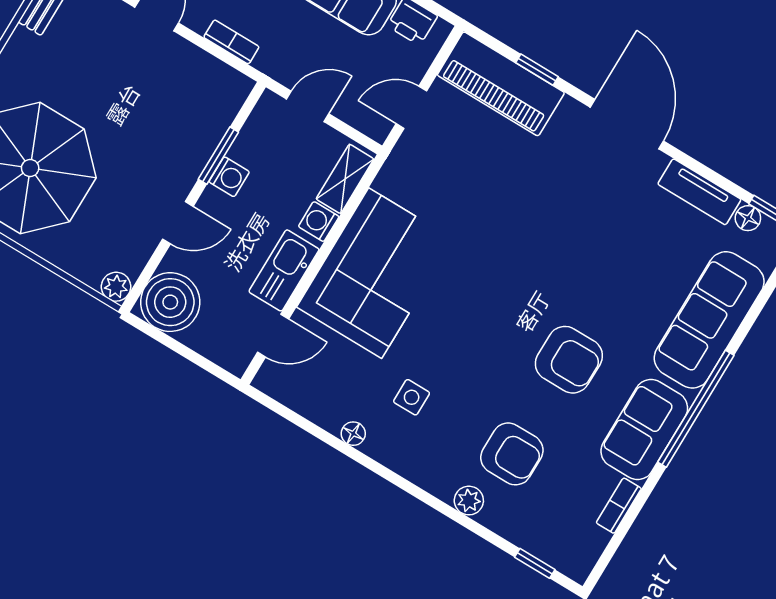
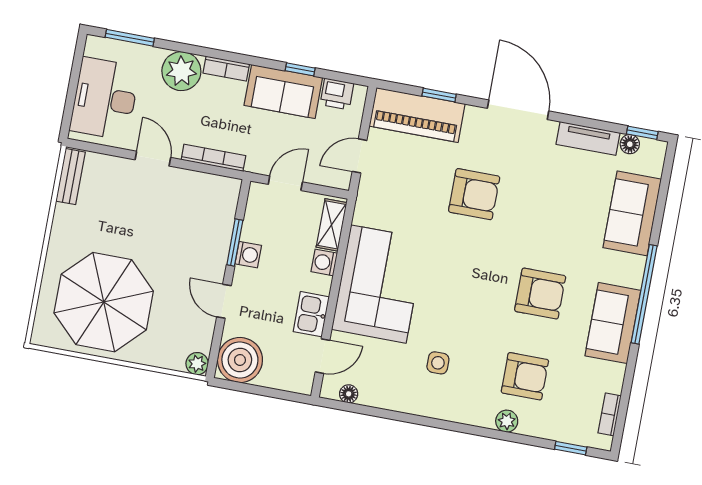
bookcase: (231, 42) -> (213, 158), width x1.56
armchair: (534, 207) -> (474, 194), added
door: (178, 223) -> (224, 301), swing flipped
kitchen sink: (284, 270) -> (311, 314), width x0.73
sofa: (709, 320) -> (632, 213), width x0.73
floor lamp: (353, 434) -> (349, 394), moved
bookcase: (619, 506) -> (610, 414), moved

